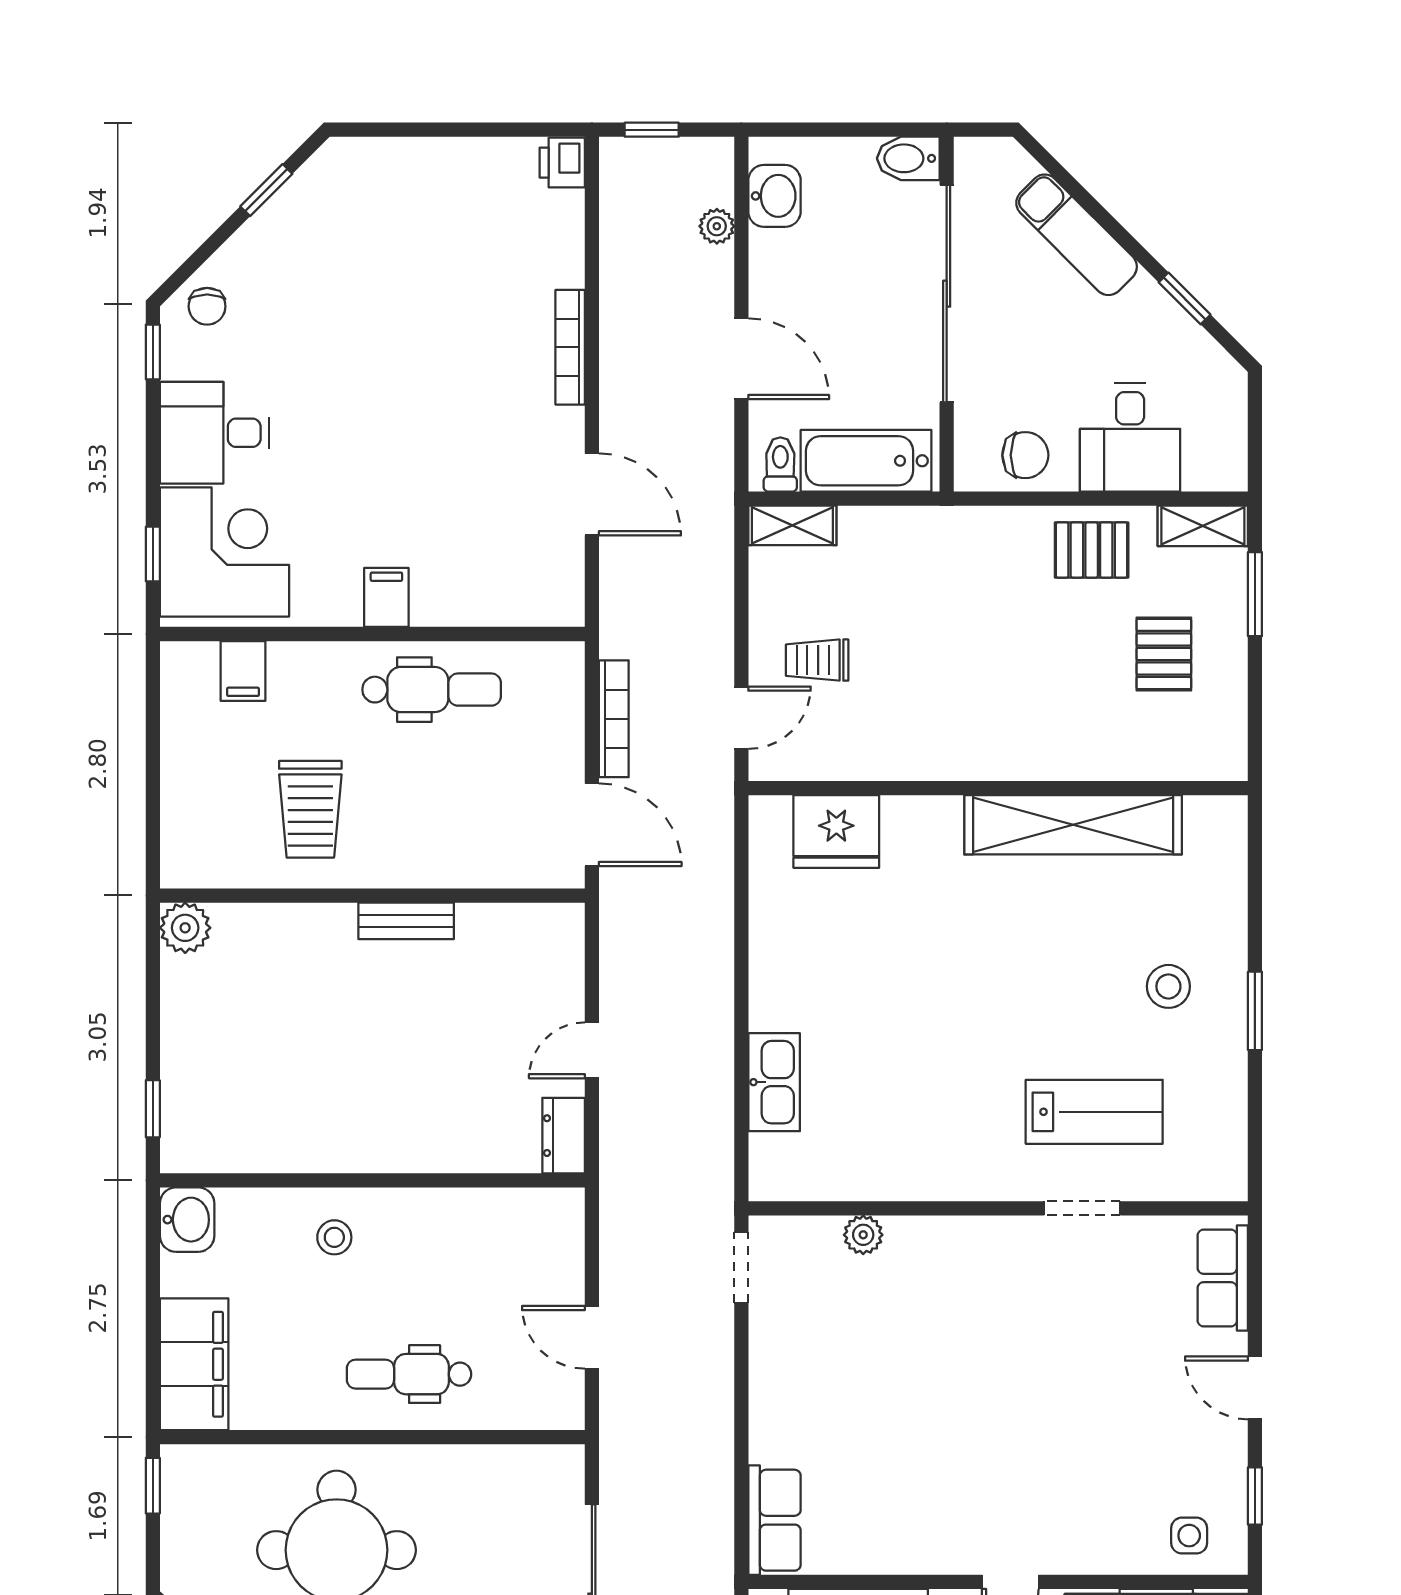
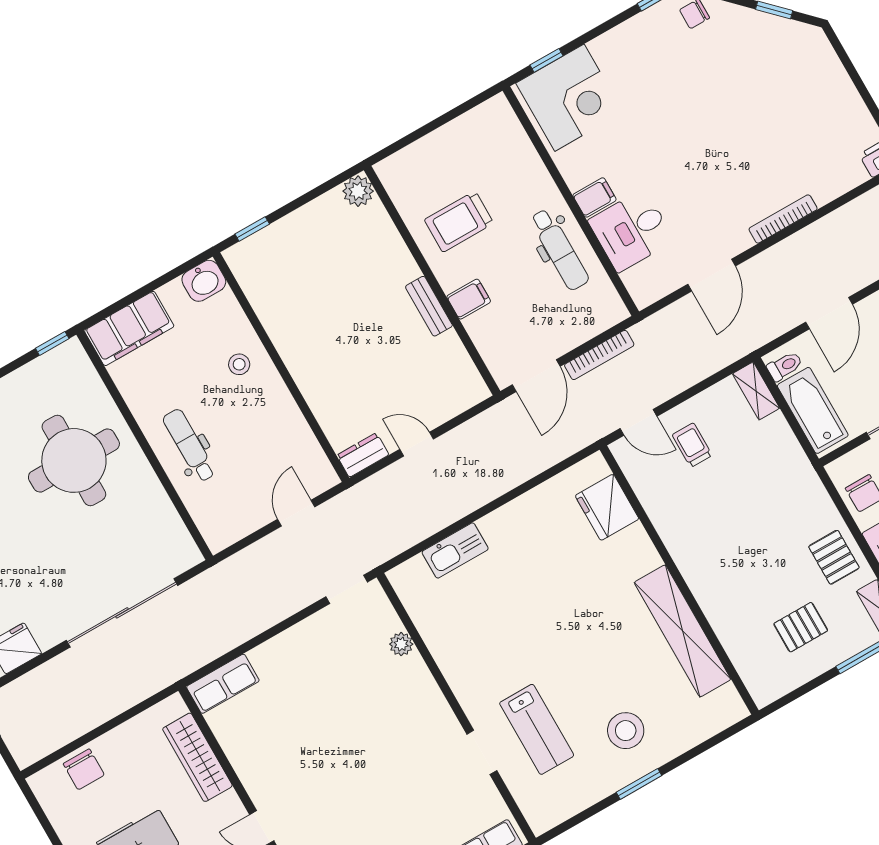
desk: (215, 433) -> (631, 231), moved, turned -90
filing cabinet: (243, 671) -> (469, 299), moved, turned 180
stool: (1168, 986) -> (626, 731), width x1.38, depth x1.38
door: (592, 1337) -> (296, 513), moved

